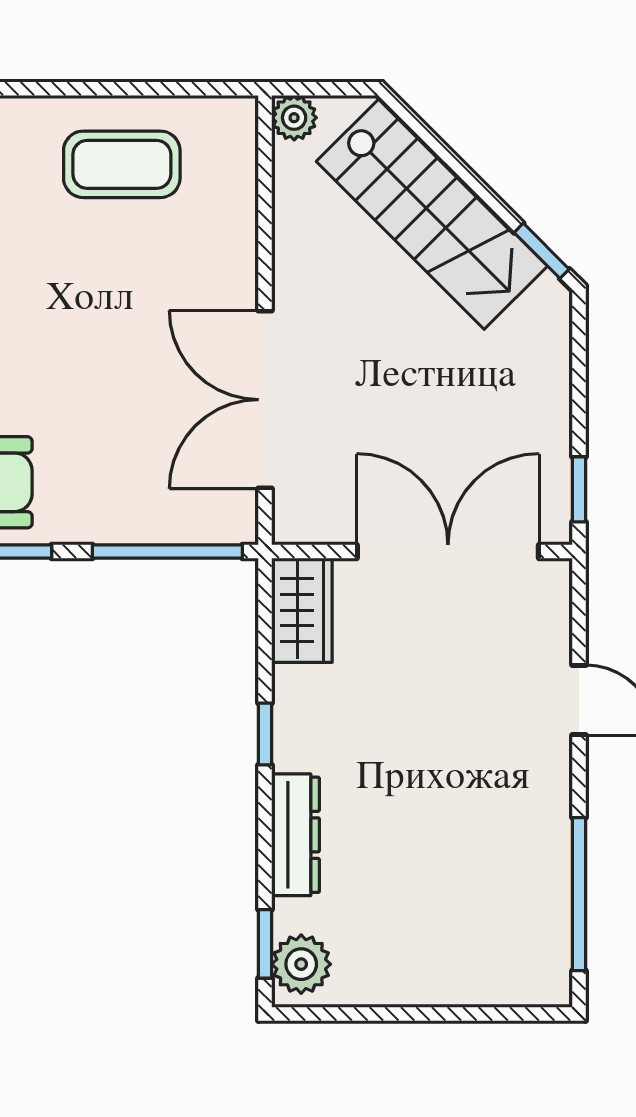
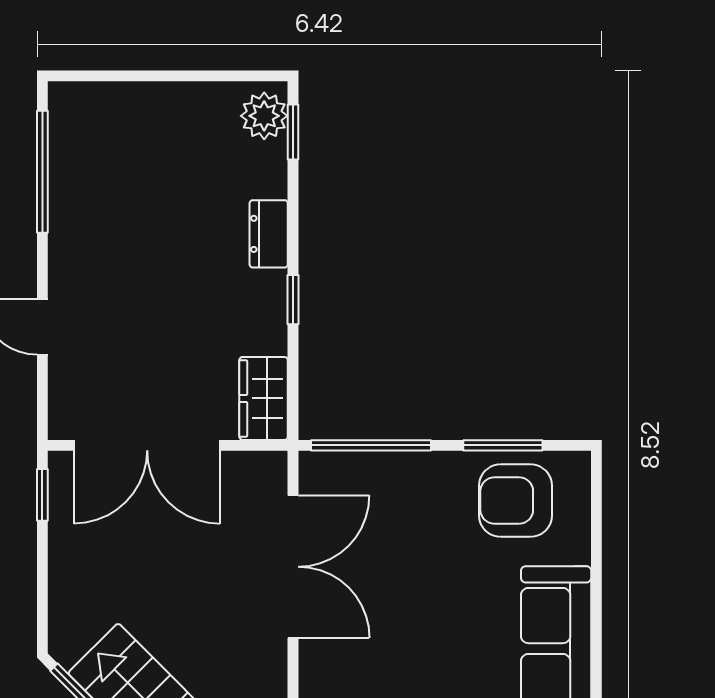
dresser: (296, 835) -> (269, 234), width x0.70

